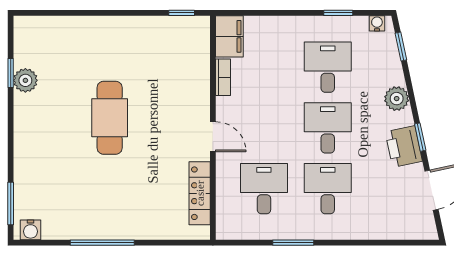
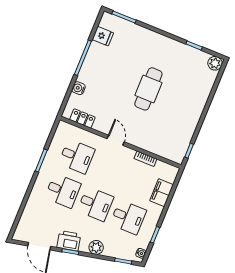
filing cabinet: (229, 36) -> (162, 193), moved, turned 90
plant: (25, 80) -> (215, 63), moved
cafe table: (110, 118) -> (148, 89), turned 90
door: (213, 137) -> (116, 140), swing flipped
locker: (200, 193) -> (82, 118), width x0.66
fridge: (55, 225) -> (103, 36), added
water cooler: (31, 230) -> (79, 88), moved

